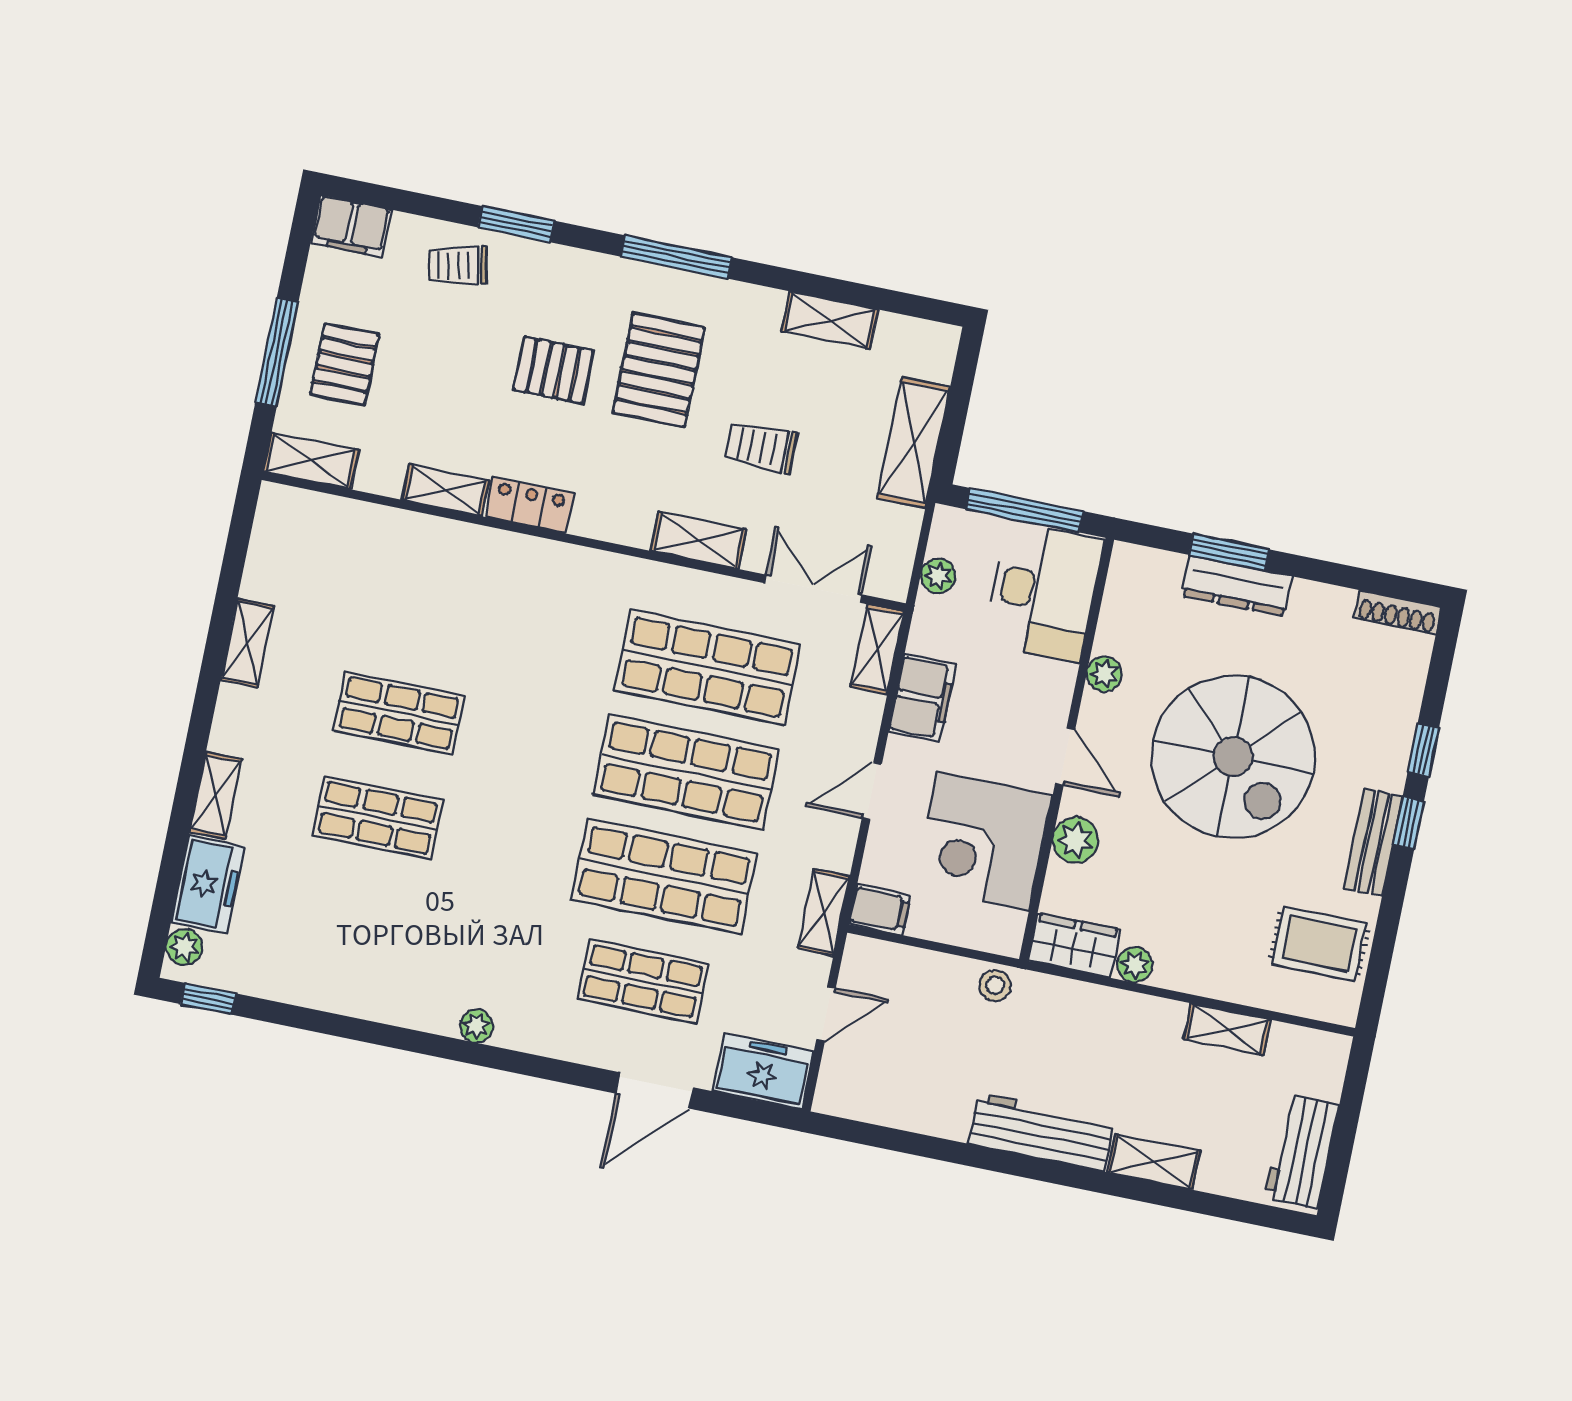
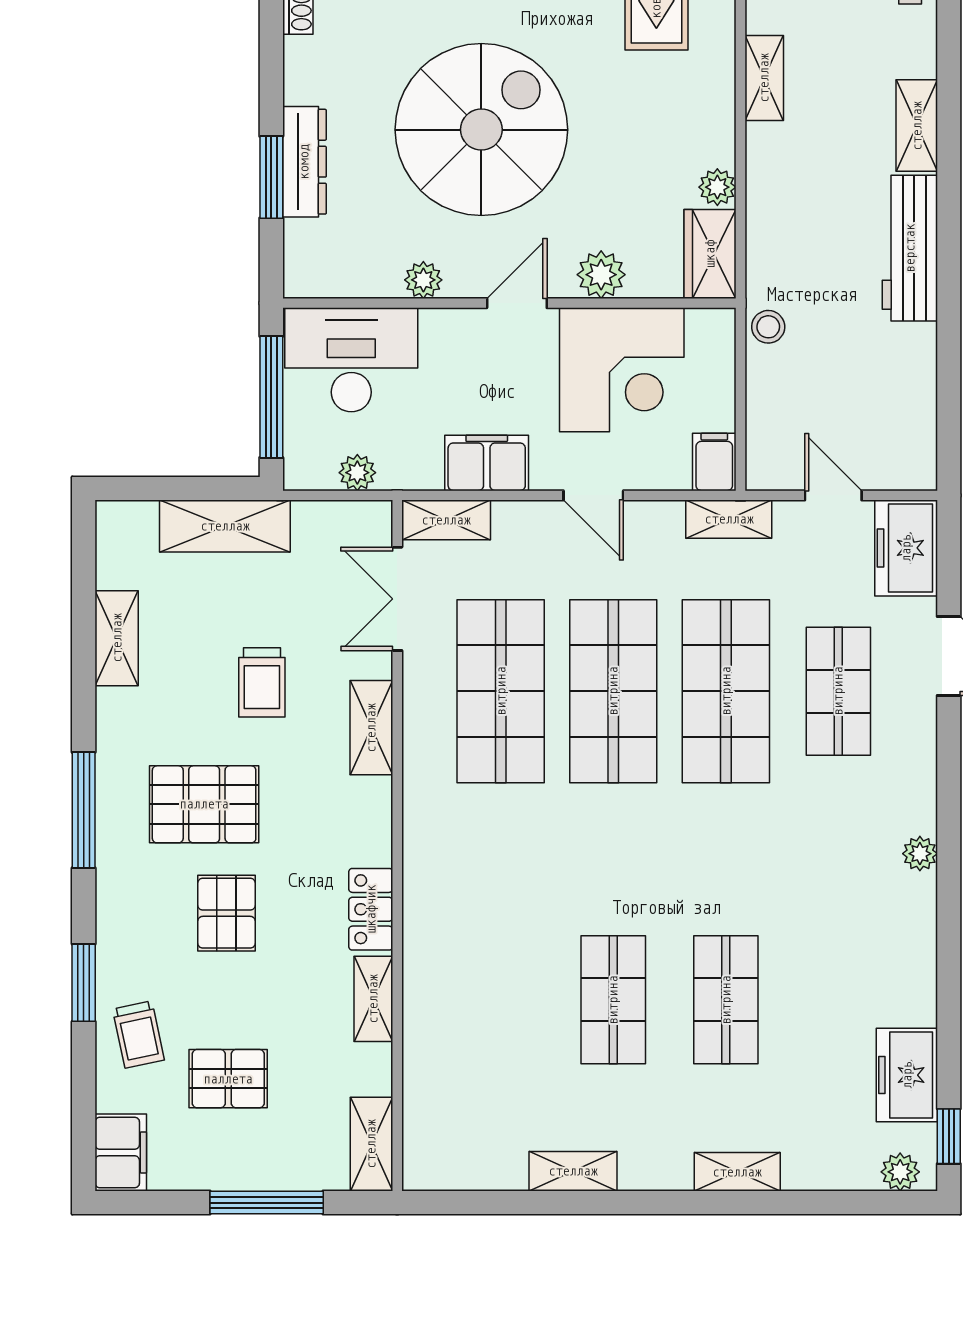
pallet: (344, 364) -> (228, 1079), moved
freezer: (208, 884) -> (907, 1075), moved, turned -90

